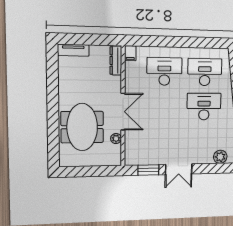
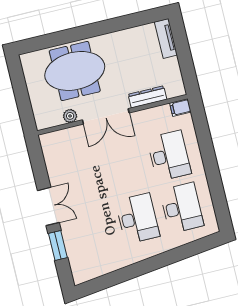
dresser: (116, 61) -> (147, 97), moved
plant: (220, 157) -> (77, 258), removed
double door: (179, 169) -> (48, 206), swing flipped
window: (148, 170) -> (58, 245), moved

